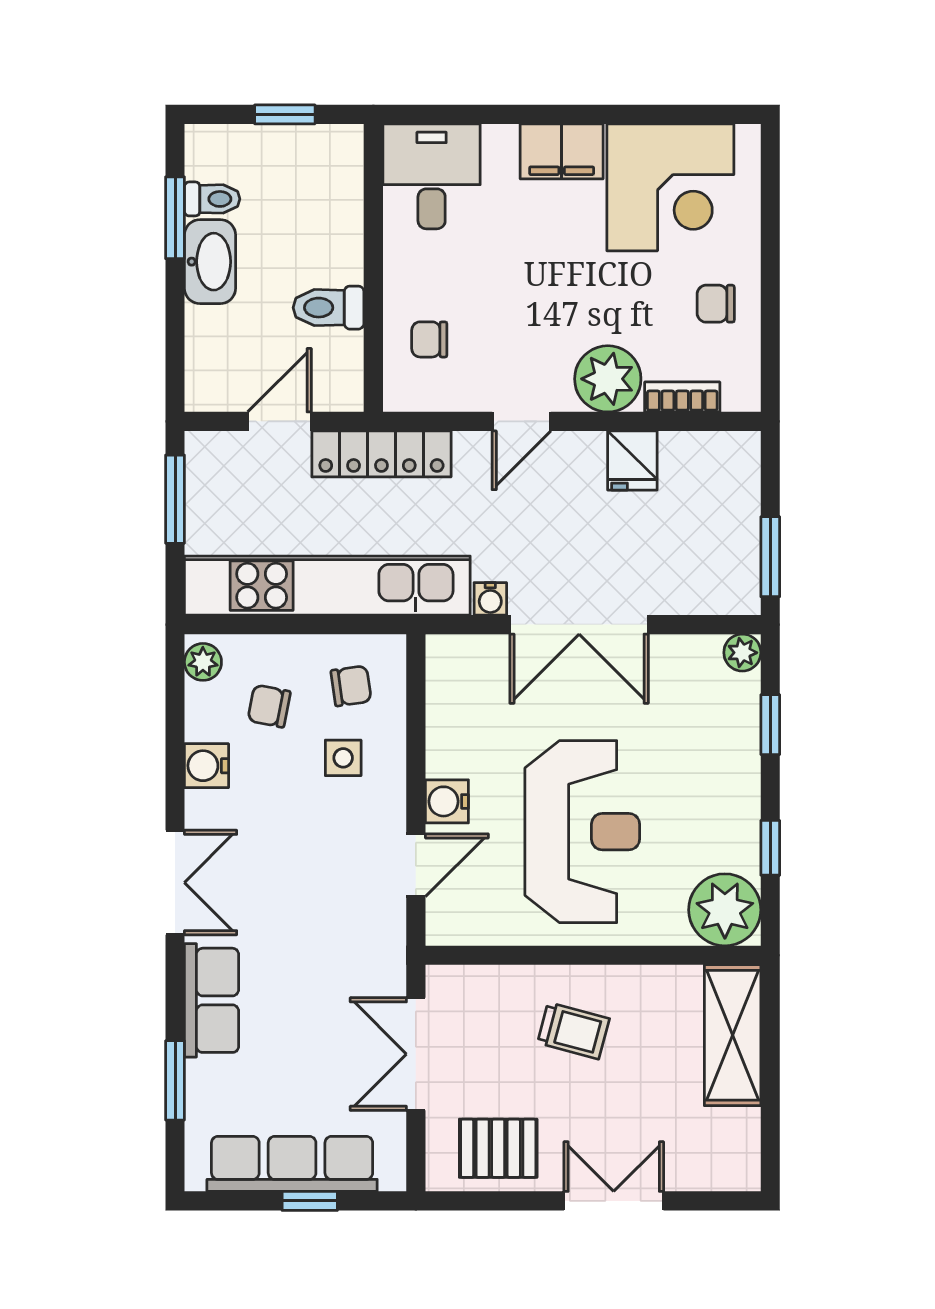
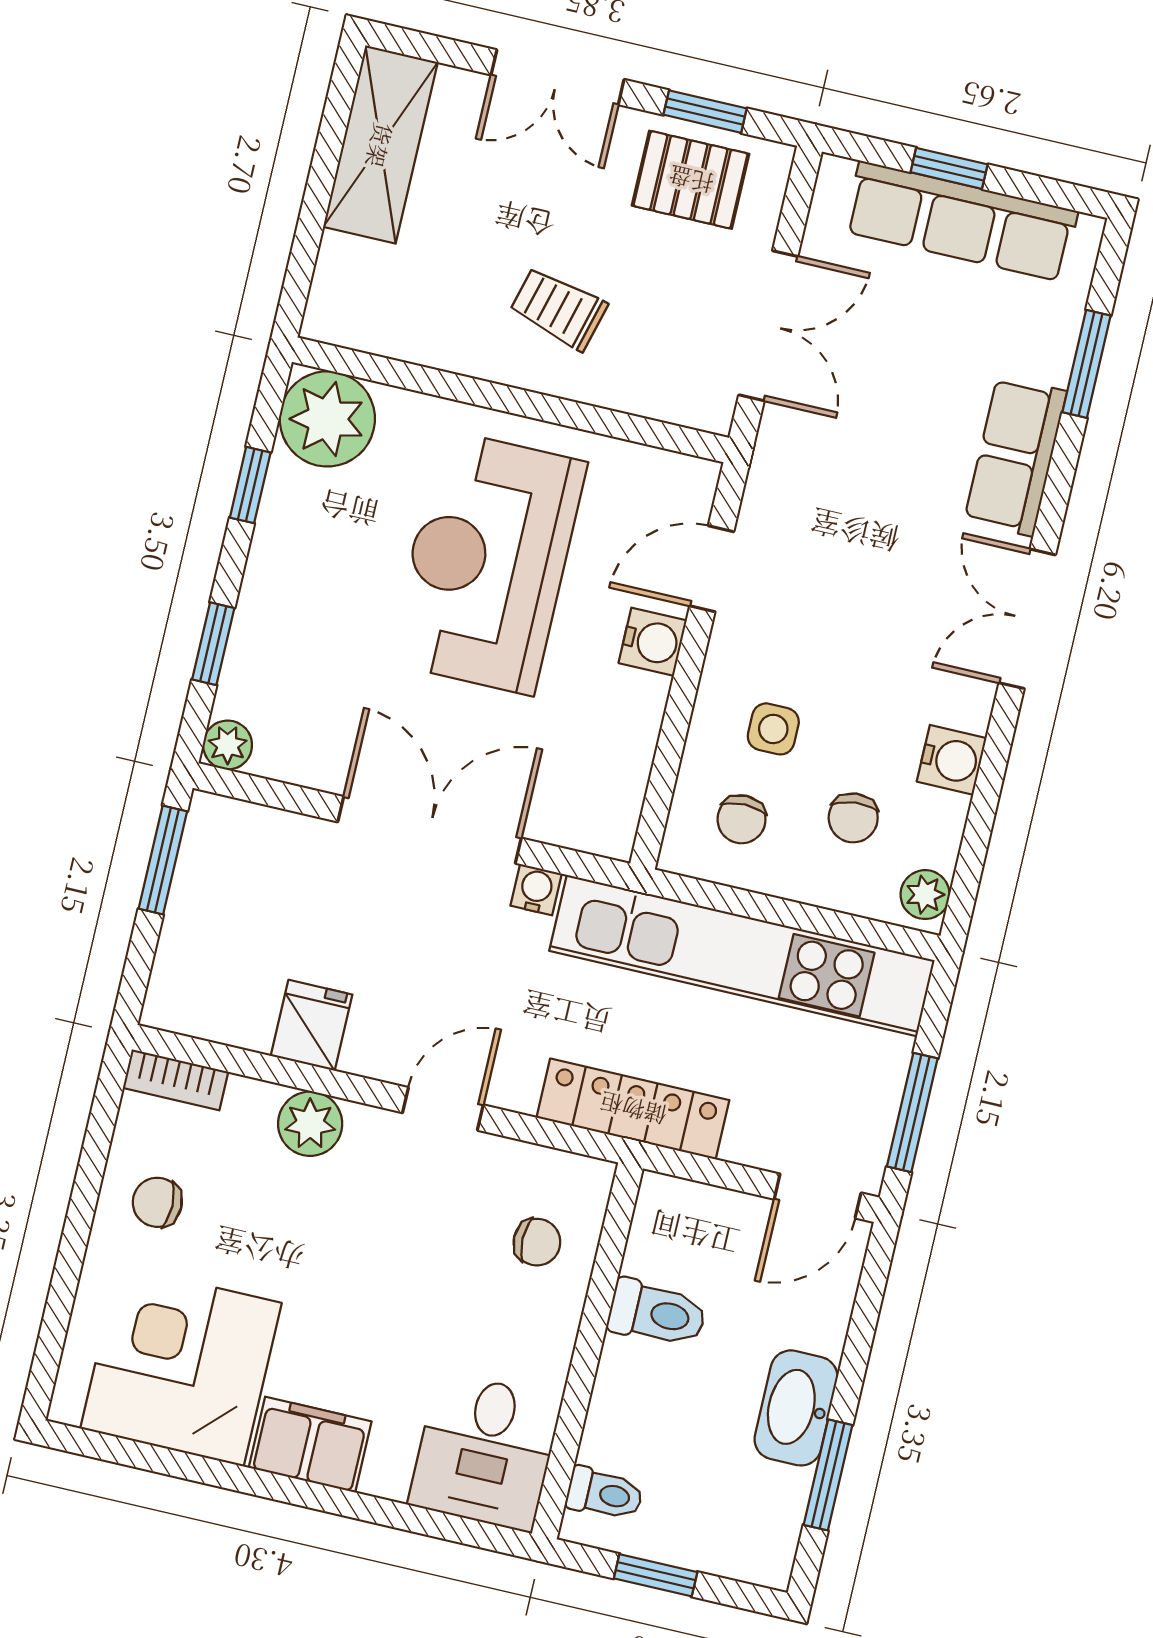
toilet: (212, 199) -> (605, 1494), moved, turned 180
chair: (716, 304) -> (157, 1202), turned 180
plant: (608, 379) -> (310, 1124), width x0.73, depth x0.73
bookcase: (682, 397) -> (176, 1080), moved
door: (280, 421) -> (818, 1196), moved
chair: (351, 686) -> (742, 819), turned -82
chair: (269, 706) -> (853, 818), turned 74
shelving: (733, 1035) -> (380, 145), moved
window: (499, 1201) -> (705, 112), added

